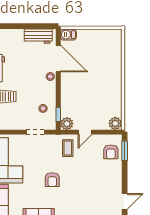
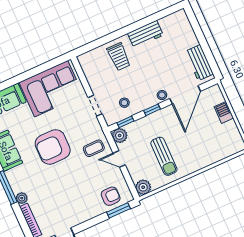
barbecue: (68, 35) -> (224, 112), moved
window: (58, 89) -> (152, 110), added
sun lounger: (98, 96) -> (164, 156), added
armchair: (111, 152) -> (111, 196), turned 180
armchair: (52, 180) -> (53, 147), width x1.88, depth x1.88

